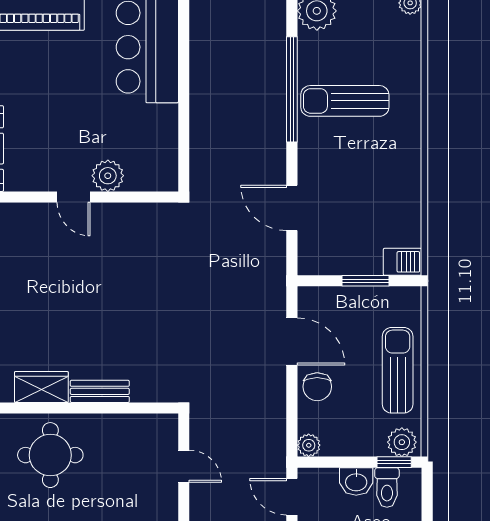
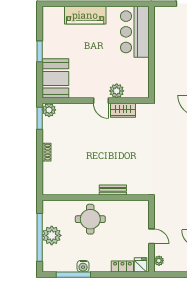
wardrobe: (41, 387) -> (123, 110), moved, turned 180
door: (184, 466) -> (151, 236), moved

